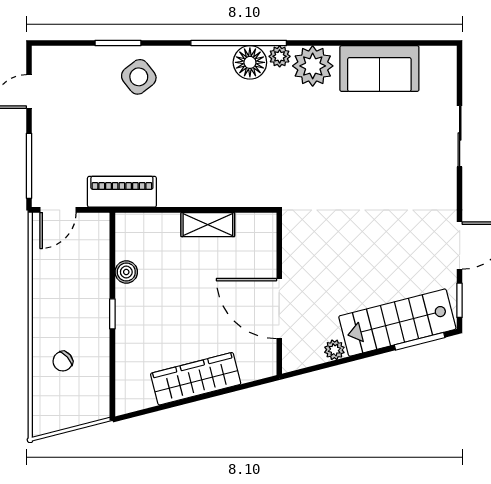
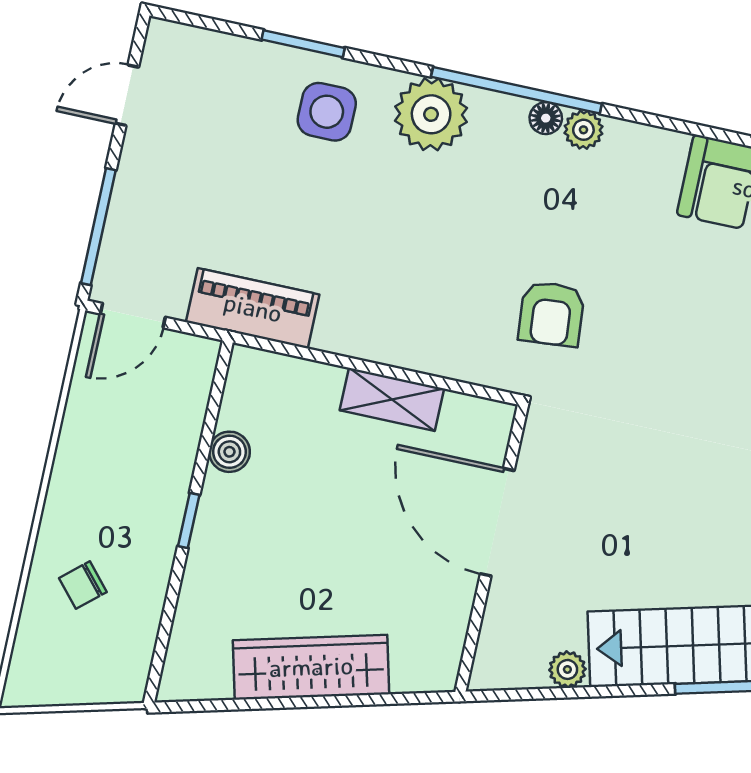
floor lamp: (250, 62) -> (546, 118), width x0.53, depth x0.53
plant: (313, 66) -> (431, 114), moved
side table: (139, 77) -> (327, 112), turned 38
armchair: (284, 160) -> (551, 314), added
door: (279, 309) -> (497, 522), moved

